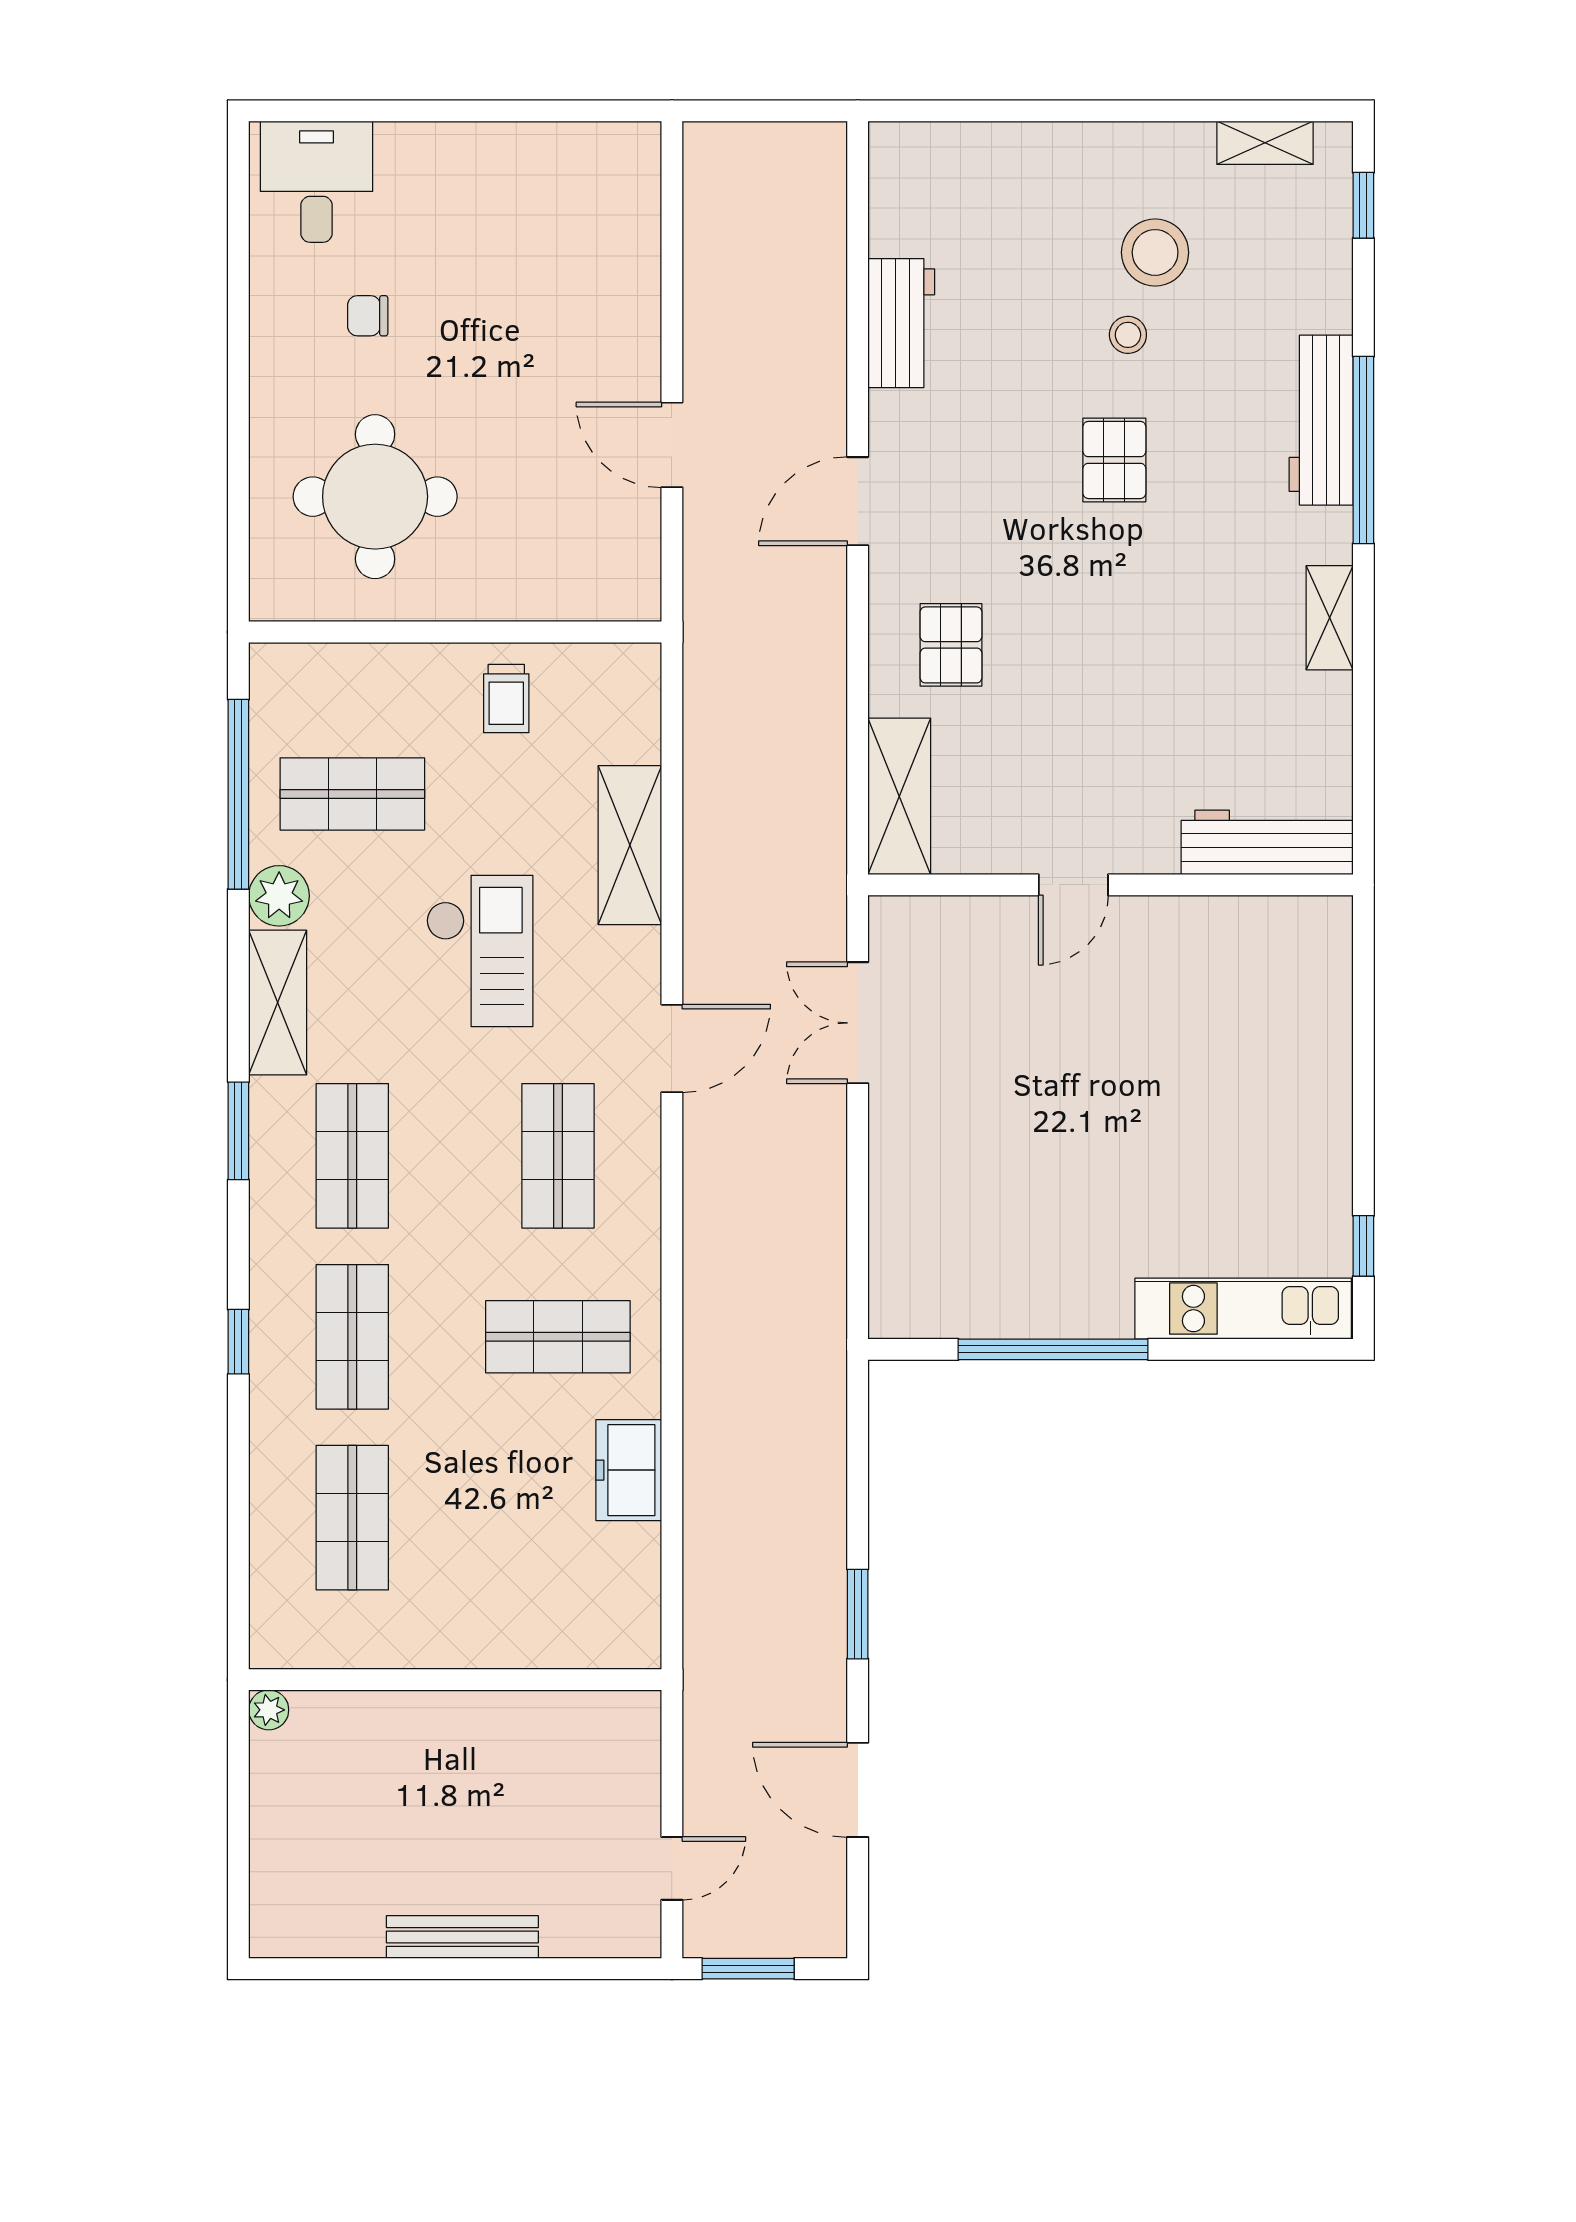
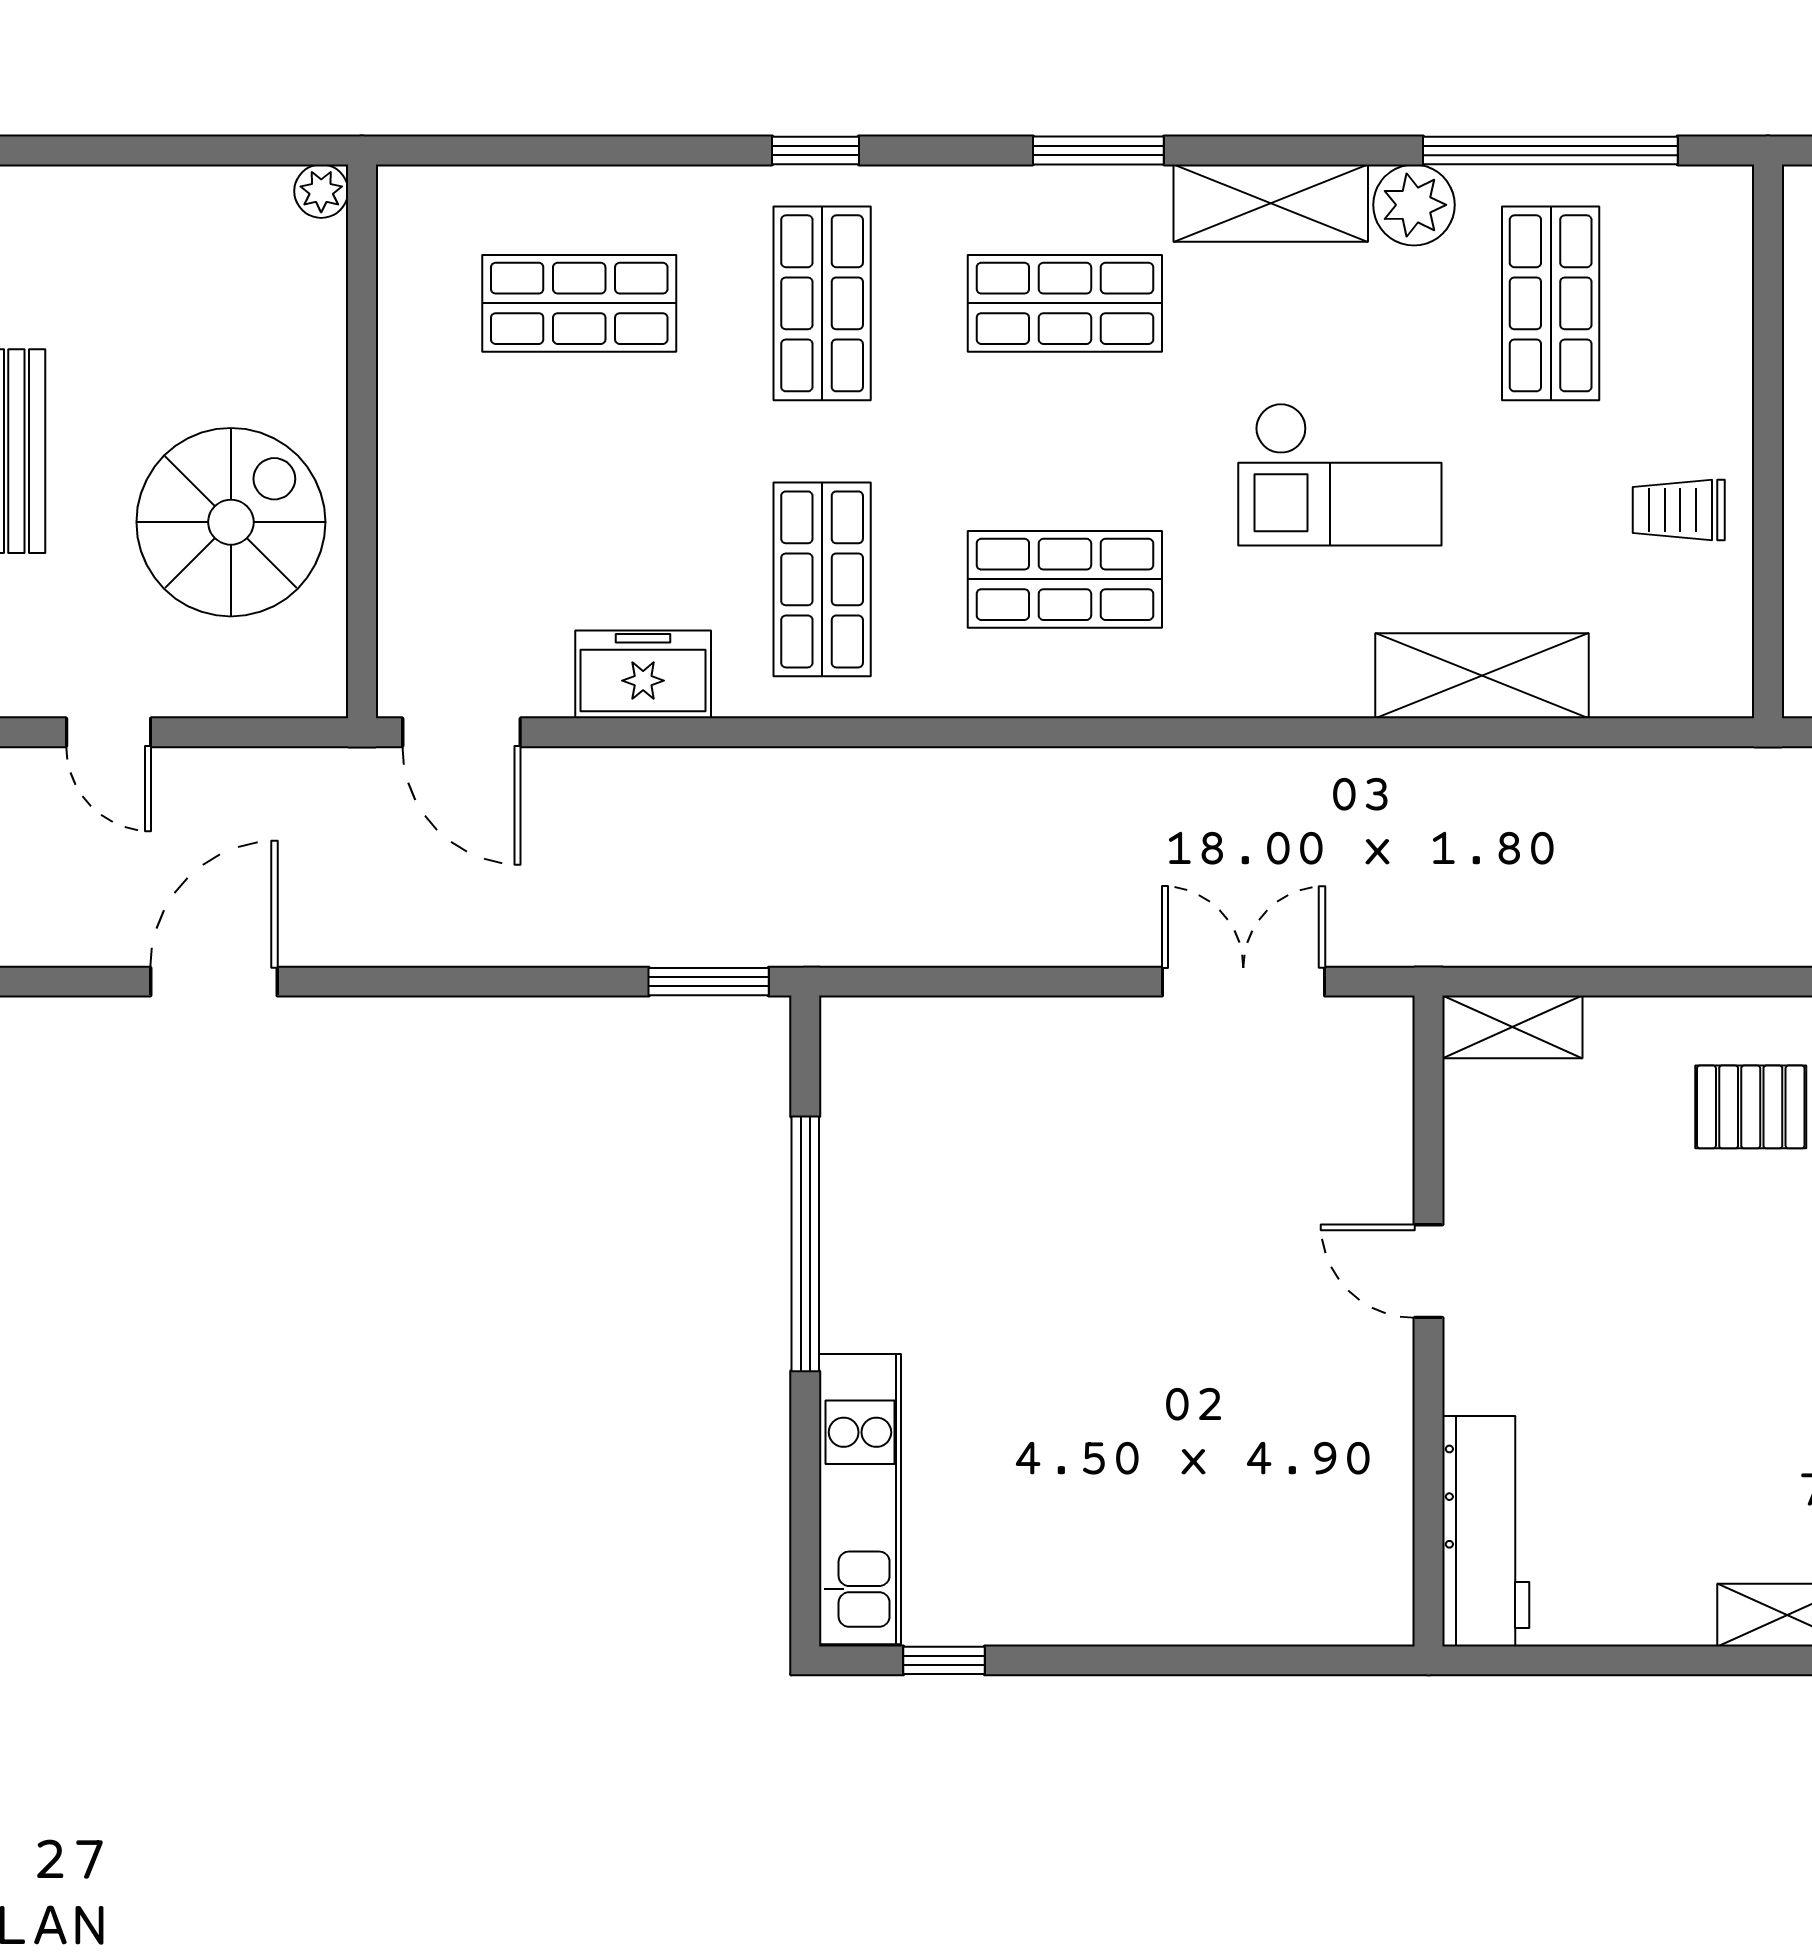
shelving: (899, 796) -> (1512, 1027), width x0.67, depth x0.75
door: (672, 1048) -> (461, 732), moved
shop shelf: (352, 1337) -> (822, 303), turned 90
window: (858, 1614) -> (709, 982), moved
spiral stairs: (515, 1777) -> (231, 522), added

